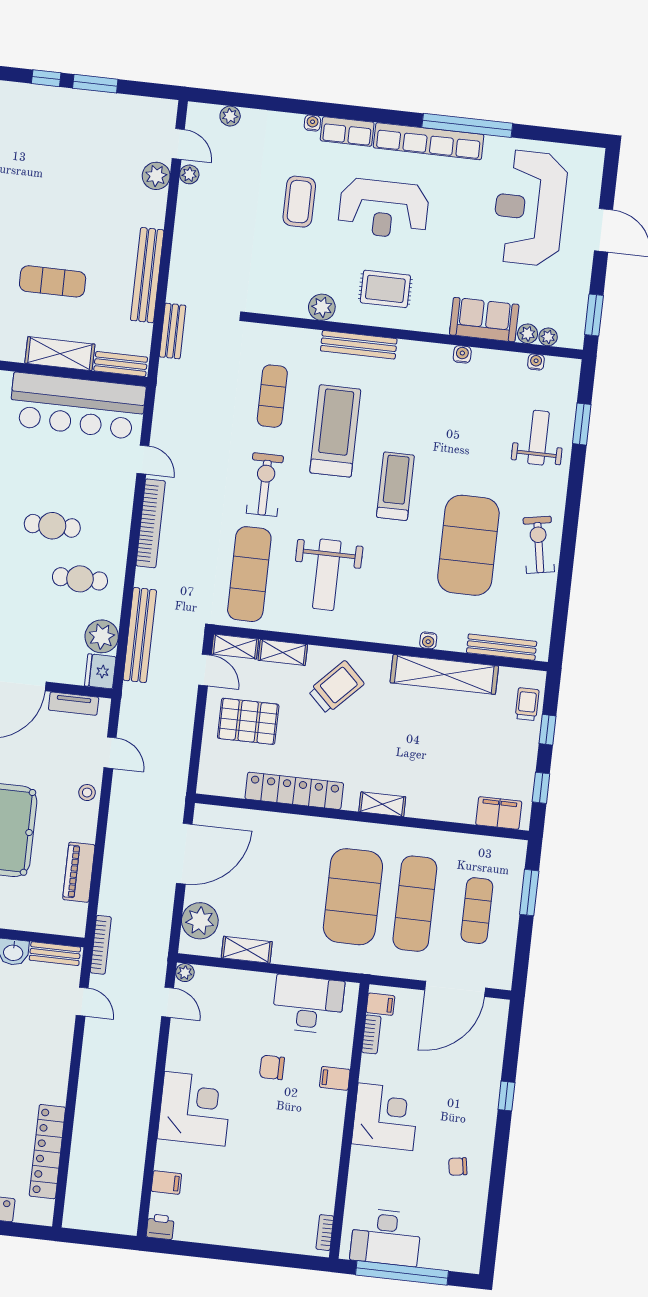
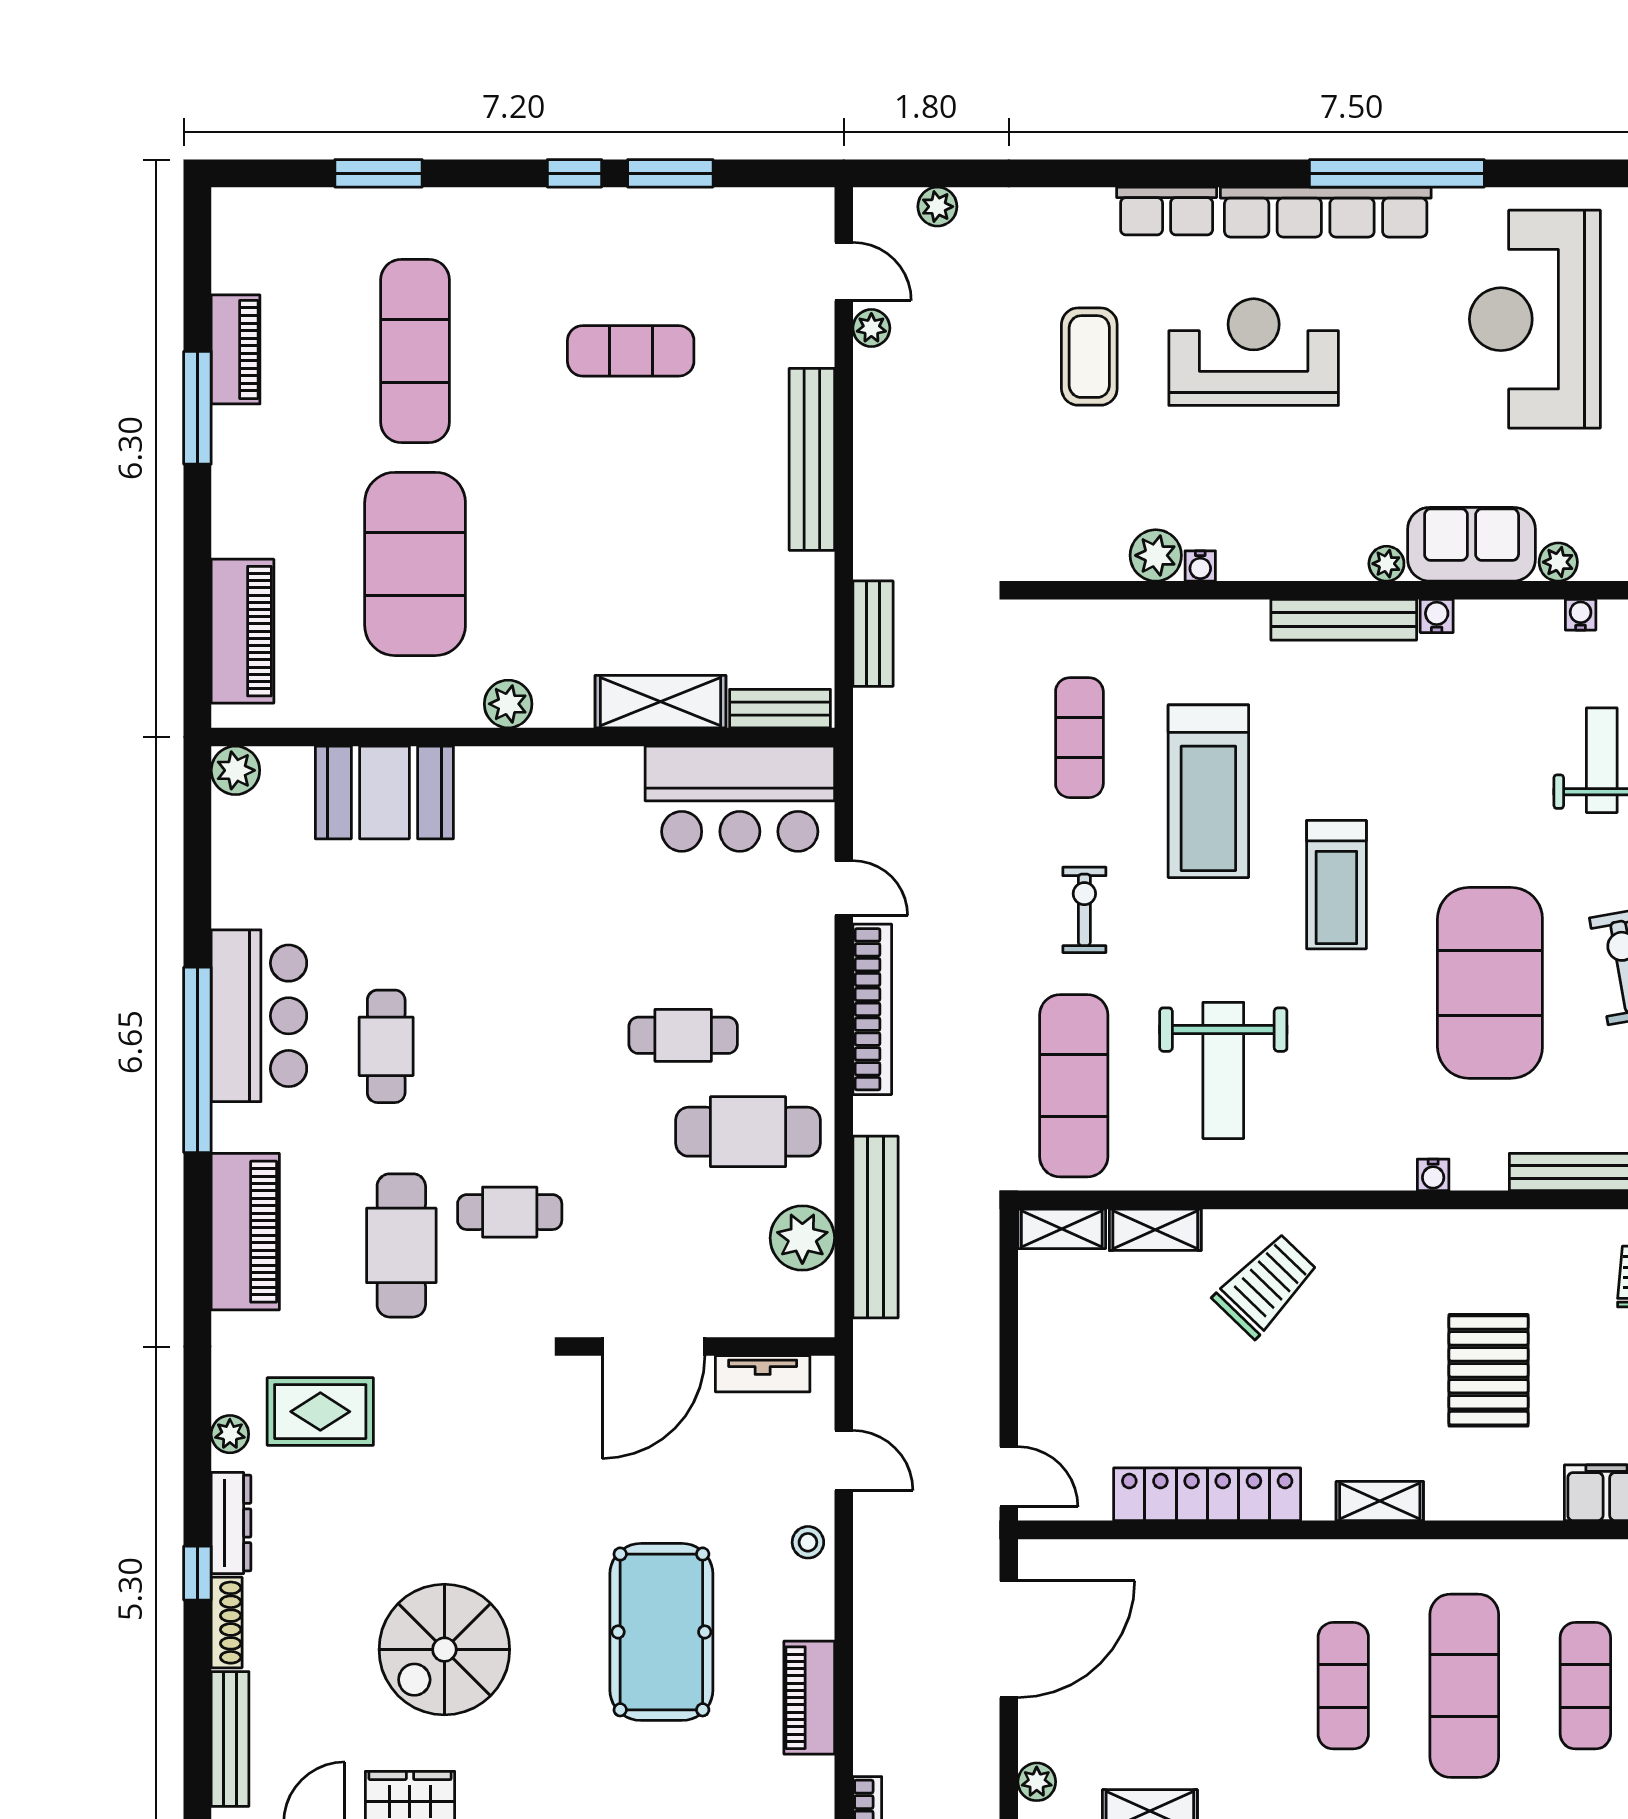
water cooler: (312, 123) -> (1200, 566), moved, turned 180
plant: (156, 176) -> (808, 338), removed
reception desk: (384, 209) -> (1254, 352), turned 180
bench: (147, 275) -> (812, 459), moved
exercise mat: (53, 281) -> (631, 351), moved
rug: (385, 289) -> (1274, 506), removed
plant: (548, 337) -> (1386, 564), moved
bench: (359, 345) -> (1344, 620), moved
bar counter: (77, 406) -> (740, 799), width x0.73
treadmill: (335, 431) -> (1208, 791), turned 180
exercise bike: (265, 485) -> (1084, 910), width x0.73, depth x0.72
treadmill: (395, 486) -> (1336, 885), turned 180
cafe table: (80, 579) -> (748, 1132), width x1.37, depth x1.35
door: (205, 670) -> (1009, 1477), moved
fridge: (100, 671) -> (807, 1306), removed
shelving: (444, 674) -> (1471, 1237), removed
pallet: (248, 721) -> (1489, 1370), moved, turned 90
exercise mat: (353, 897) -> (1343, 1686), width x0.50, depth x0.69
plant: (200, 921) -> (1037, 1782), width x0.53, depth x0.53

